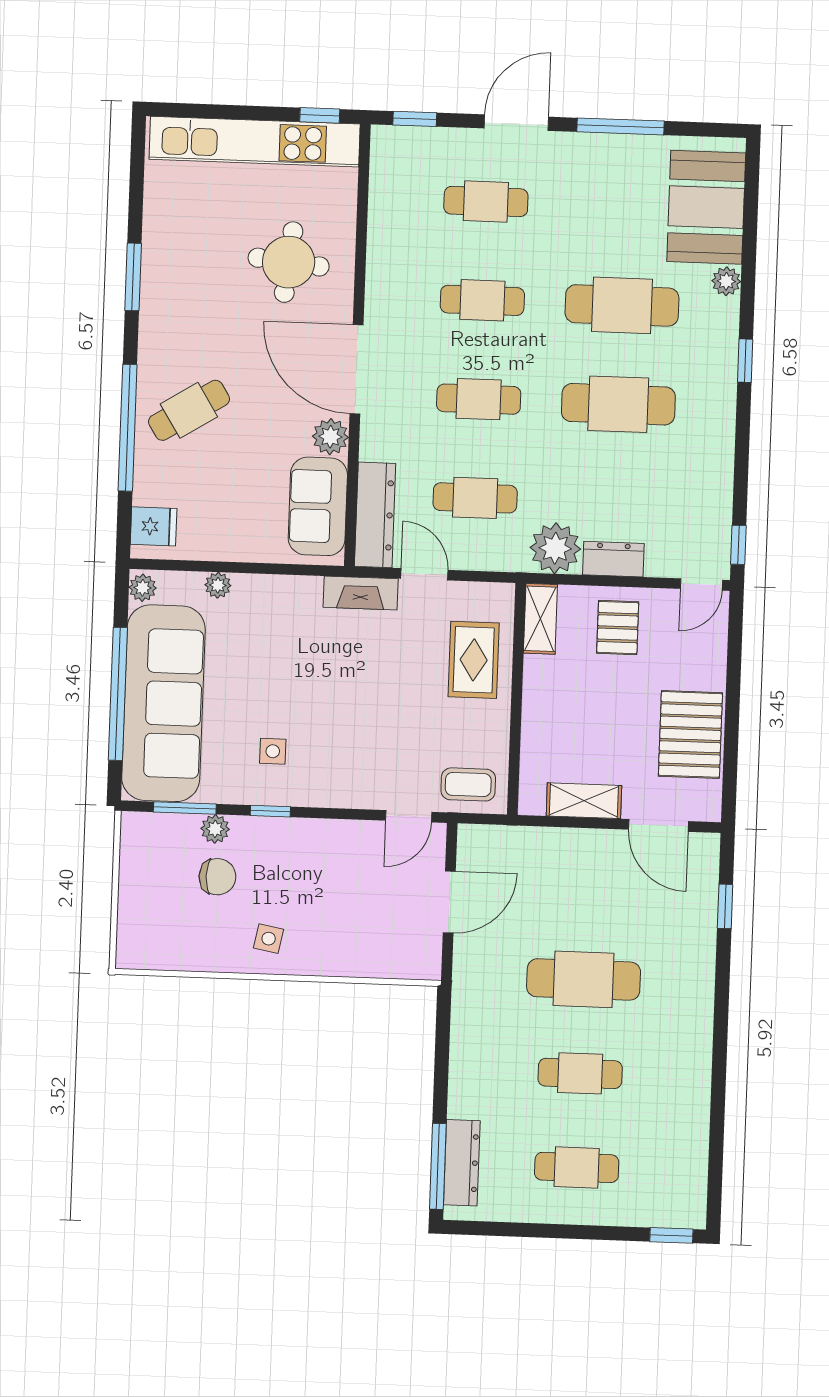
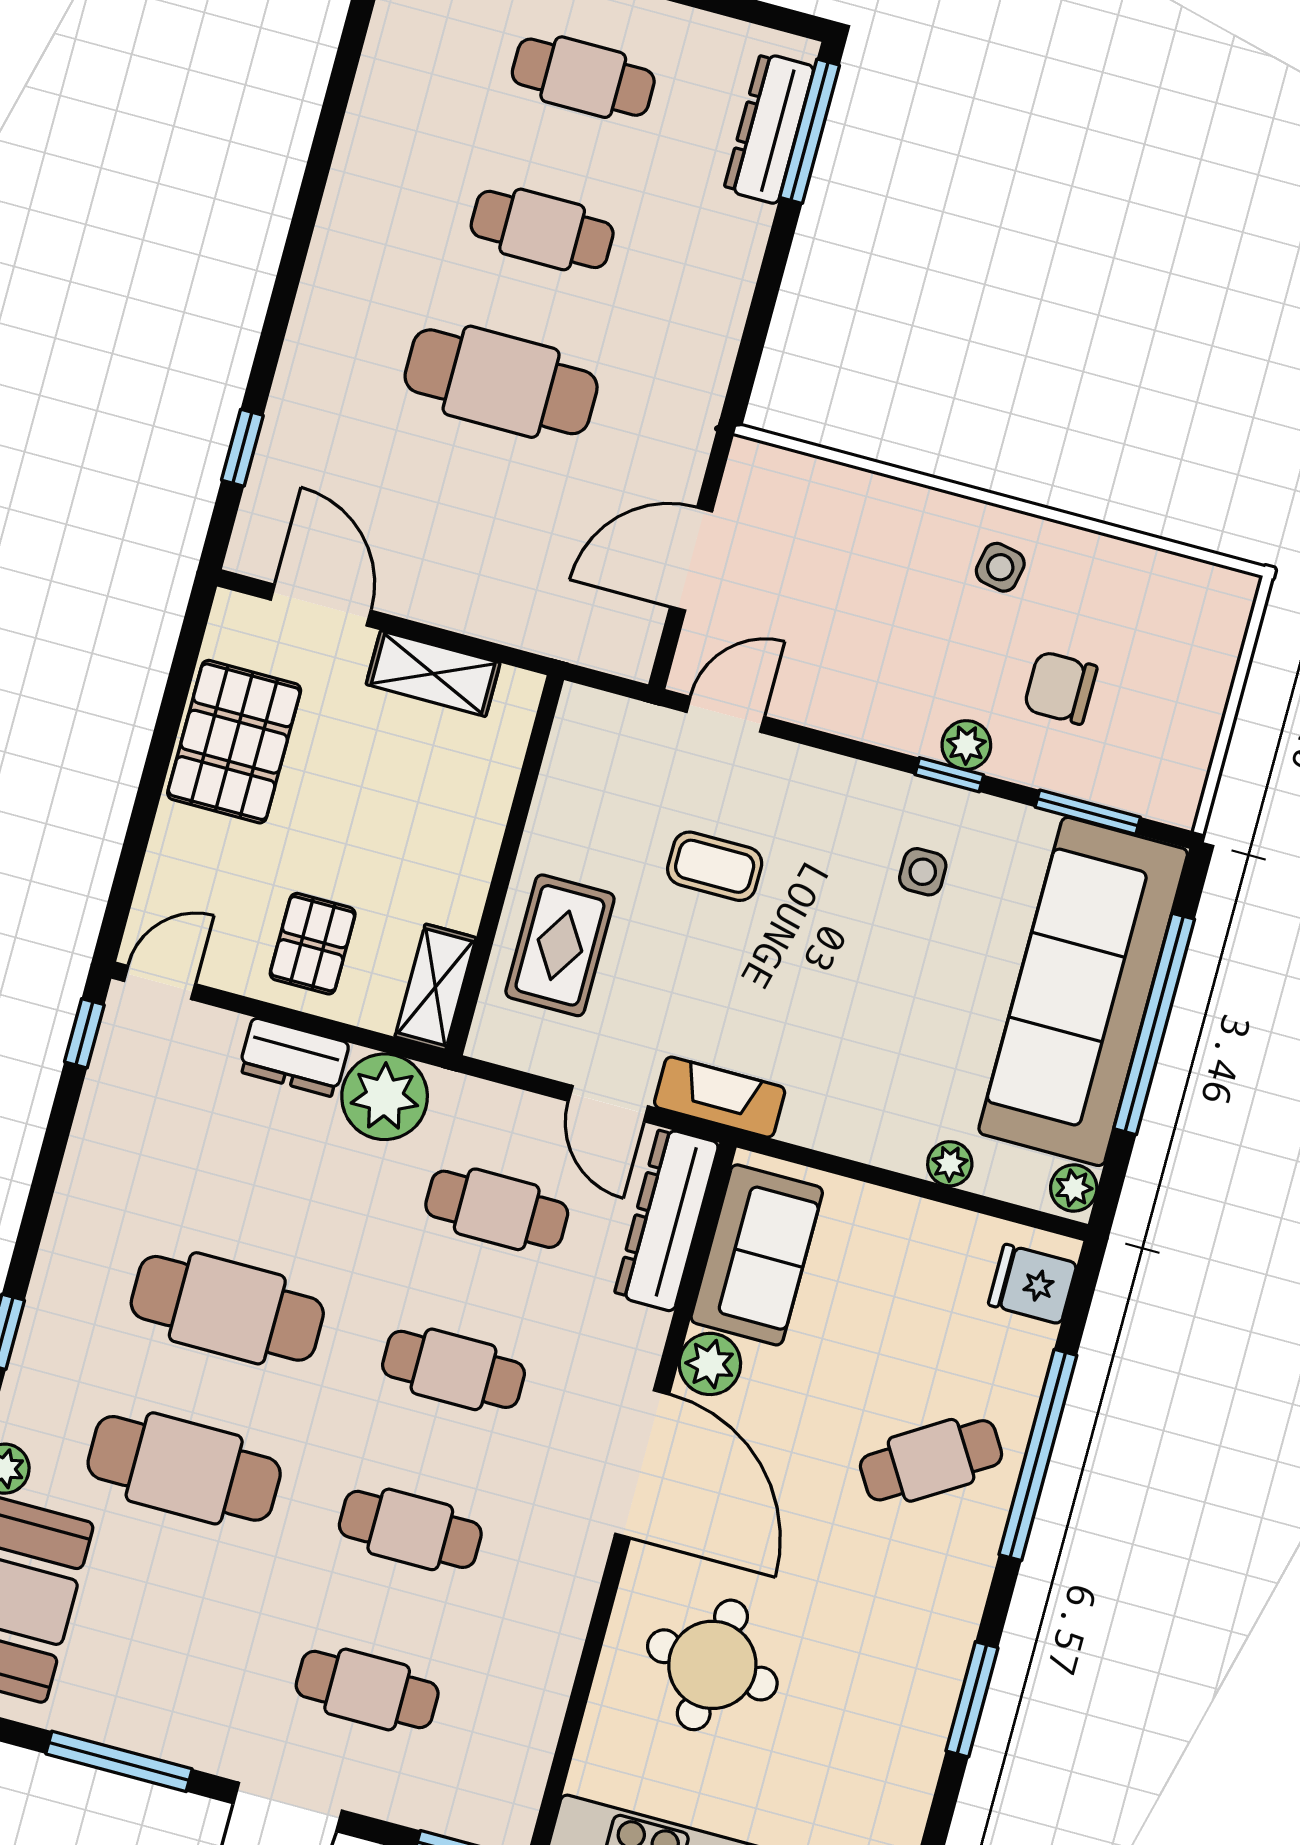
coffee table: (468, 784) -> (715, 866), moved
plant: (215, 829) -> (966, 745), moved

